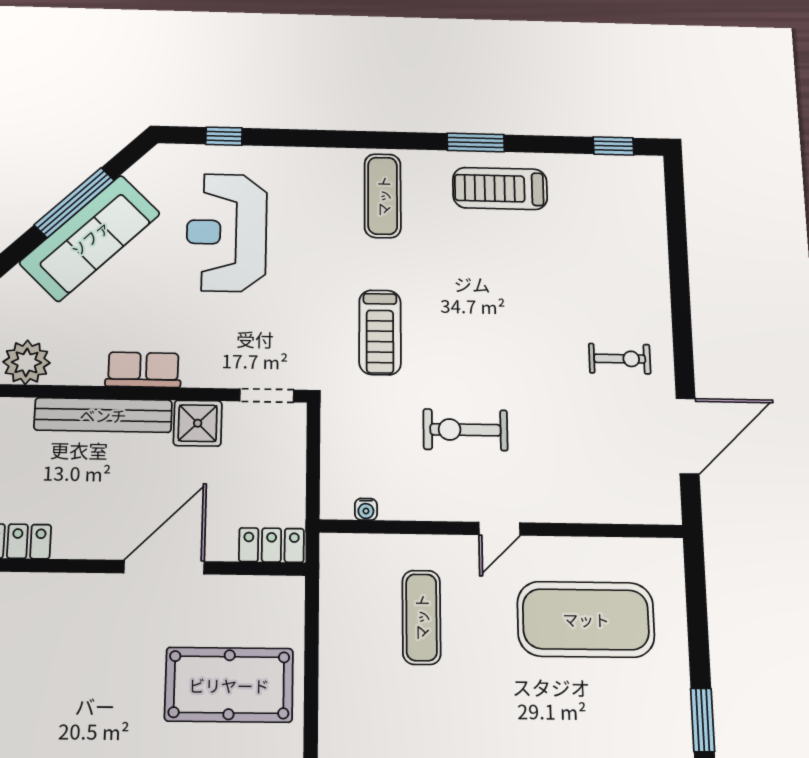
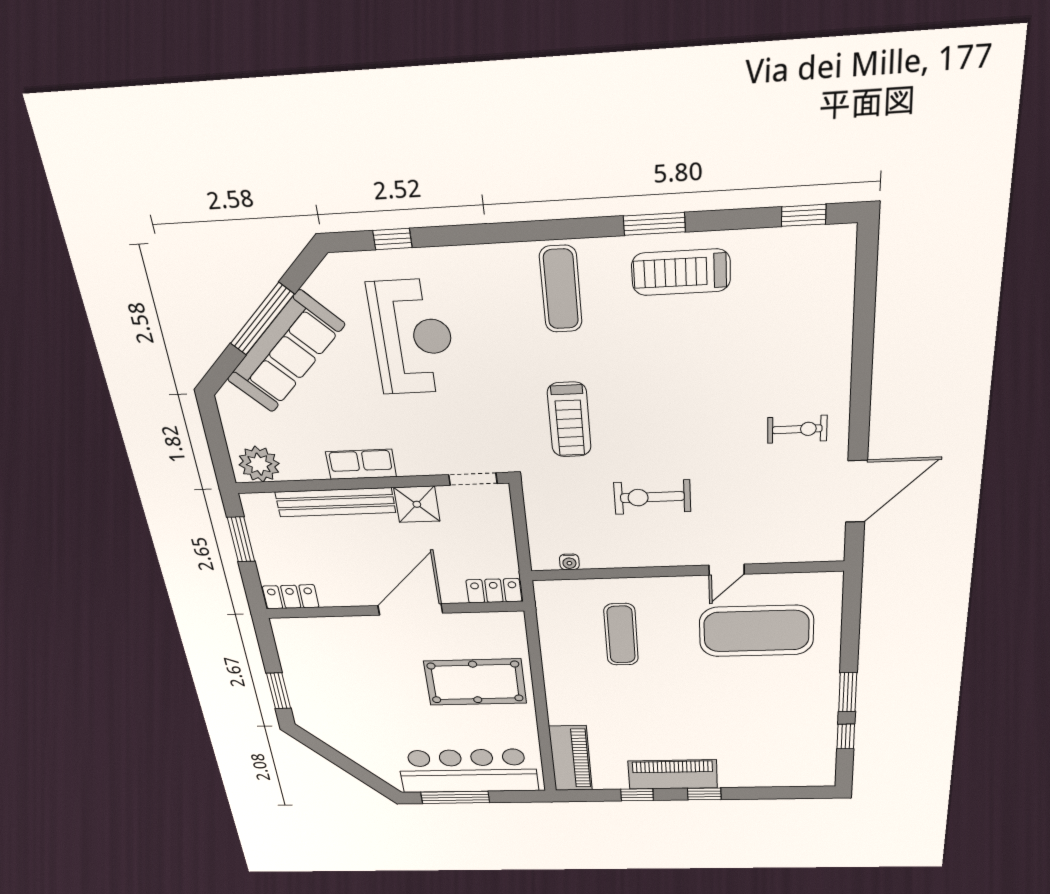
reception desk: (227, 232) -> (412, 337), turned 180
door: (499, 529) -> (727, 570), moved

